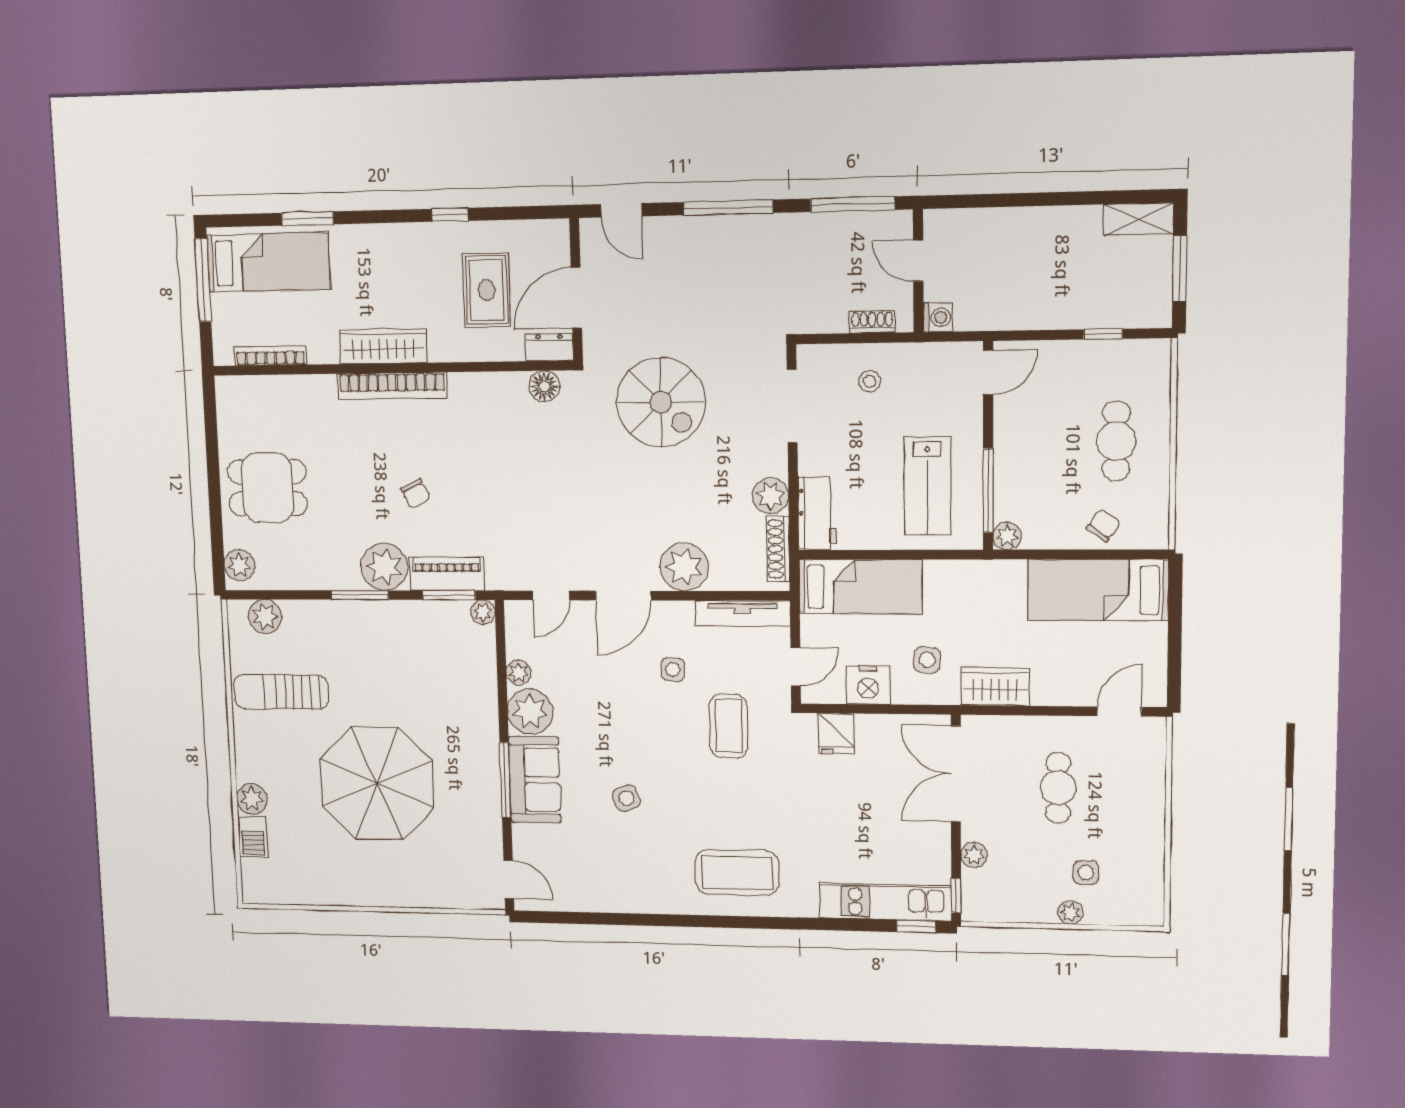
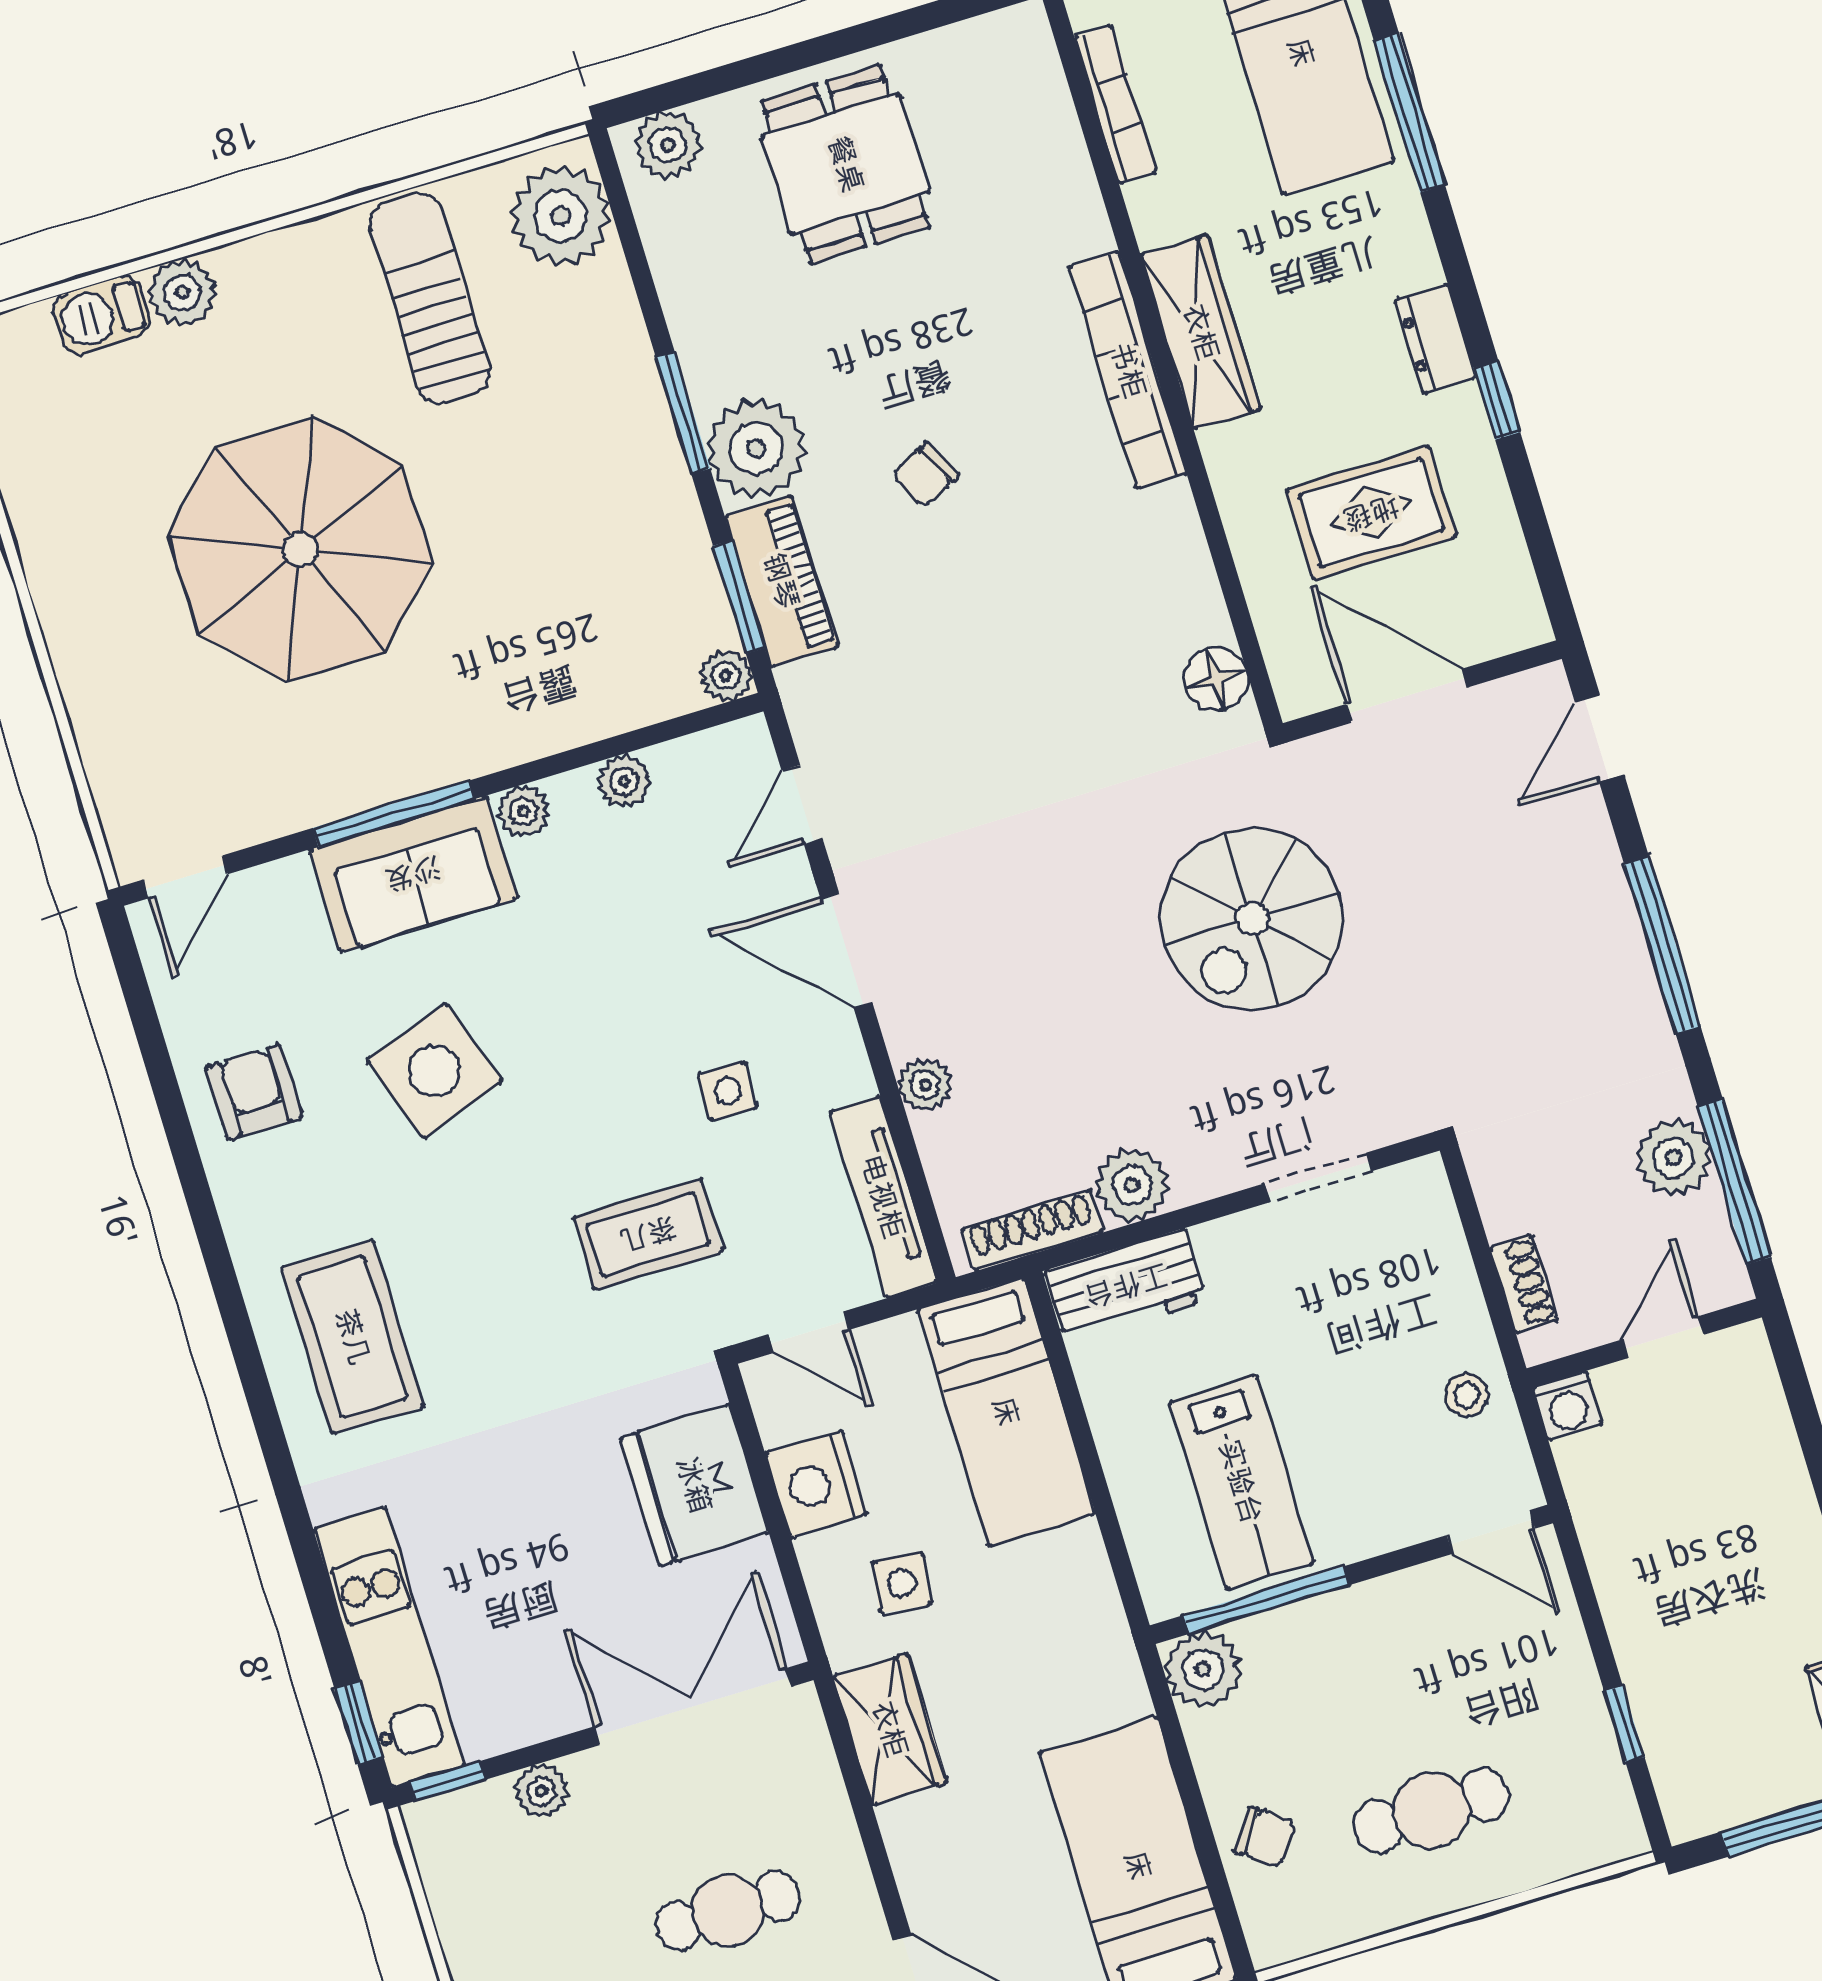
window: (308, 219) -> (1409, 113), width x1.44
plant: (832, 231) -> (1674, 1158), added
dresser: (549, 347) -> (1435, 338), moved, turned 180
stool: (870, 381) -> (1466, 1395), moved
doorway: (792, 406) -> (1318, 1177), width x0.73
lab bench: (927, 486) -> (1241, 1482), turned -90
plant: (1007, 536) -> (1203, 1669), width x1.38, depth x1.38
plant: (684, 567) -> (925, 1085), width x0.53, depth x0.53
door: (551, 595) -> (802, 805), hinge flipped
plant: (265, 617) -> (561, 216), width x1.36, depth x1.36
plant: (530, 711) -> (523, 811), width x0.53, depth x0.53
fridge: (836, 734) -> (694, 1485), width x1.88, depth x1.34
side table: (626, 798) -> (435, 1071), width x1.87, depth x1.87
armchair: (613, 881) -> (254, 1092), added

